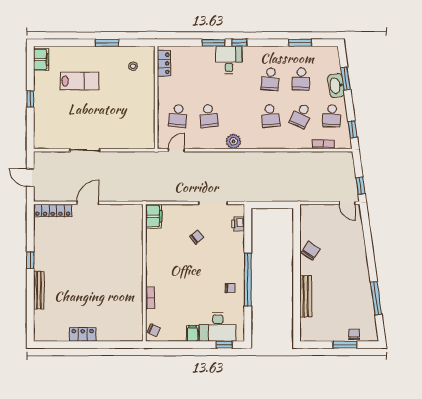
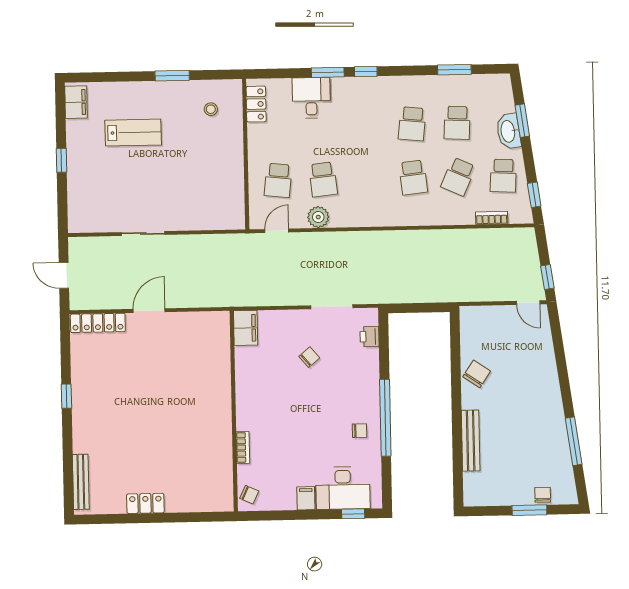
desk: (229, 60) -> (311, 98), moved
plant: (233, 141) -> (318, 217), moved
bench: (39, 290) -> (81, 482), moved

